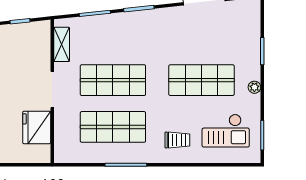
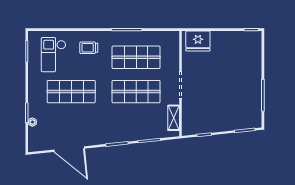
plant: (254, 87) -> (32, 122), moved
fridge: (37, 127) -> (198, 41), moved, turned 90
checkout: (226, 131) -> (53, 55), turned -90

